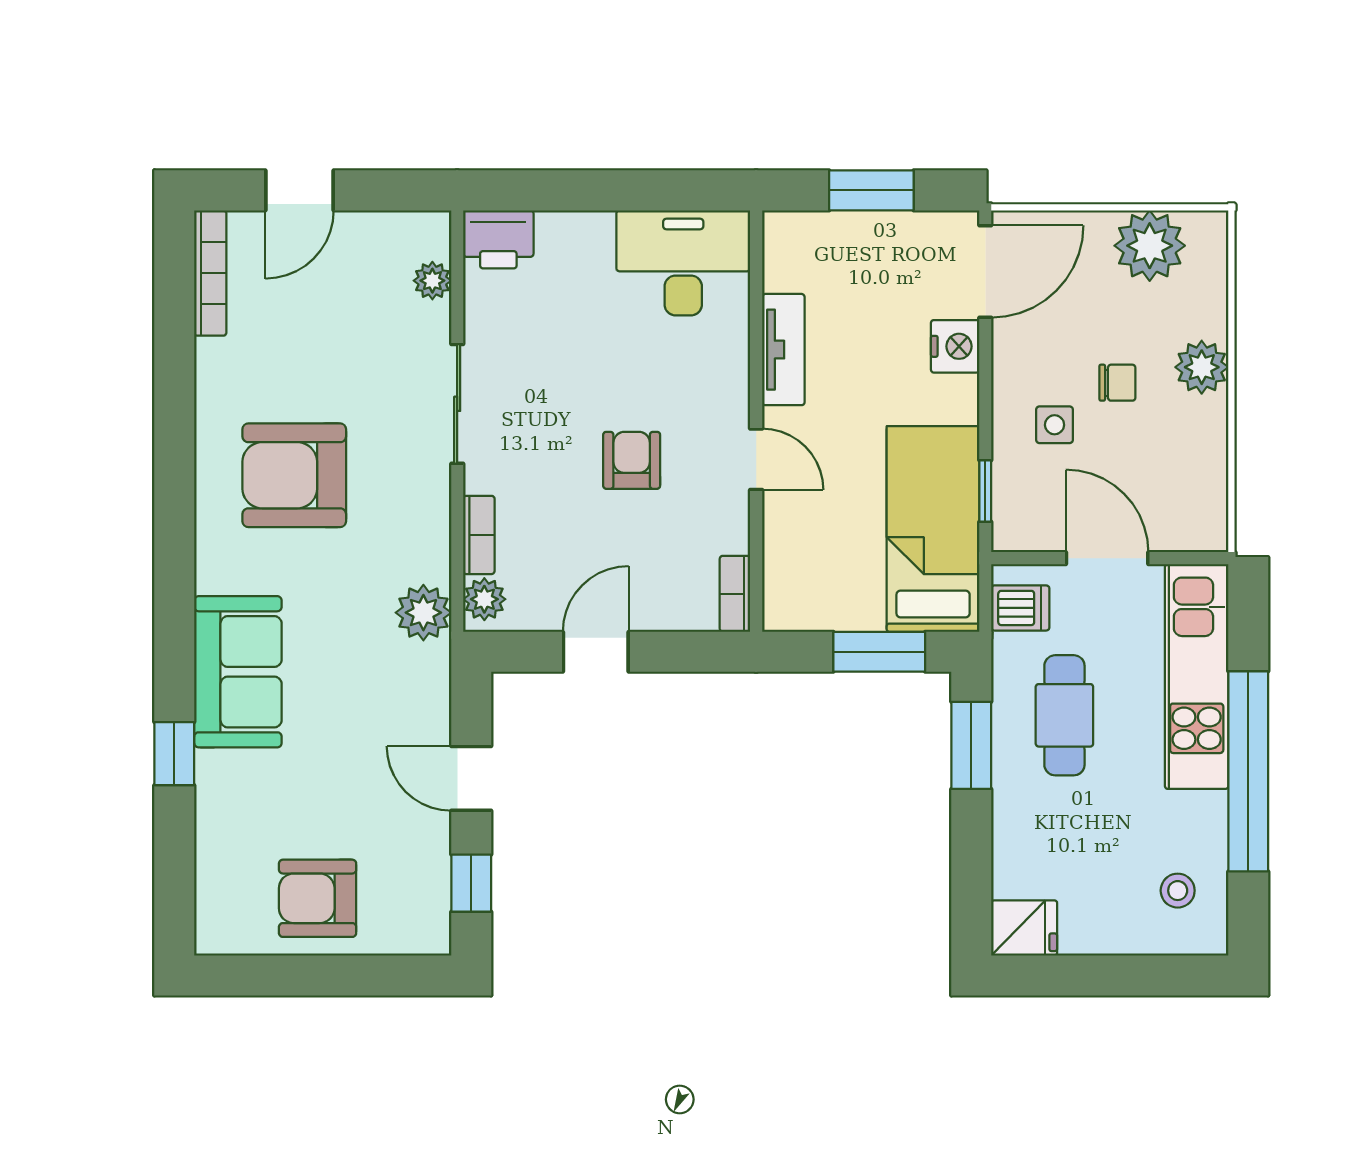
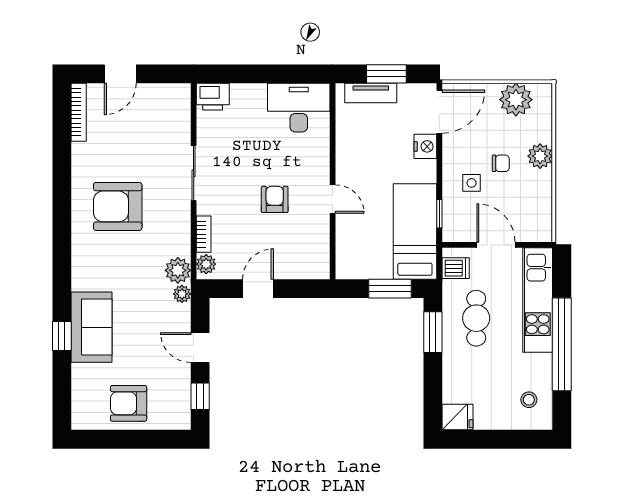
plant: (432, 281) -> (182, 294), moved
tv unit: (783, 350) -> (371, 93), moved, turned 90
bookcase: (735, 594) -> (323, 262), removed
sofa: (238, 672) -> (91, 327), moved

